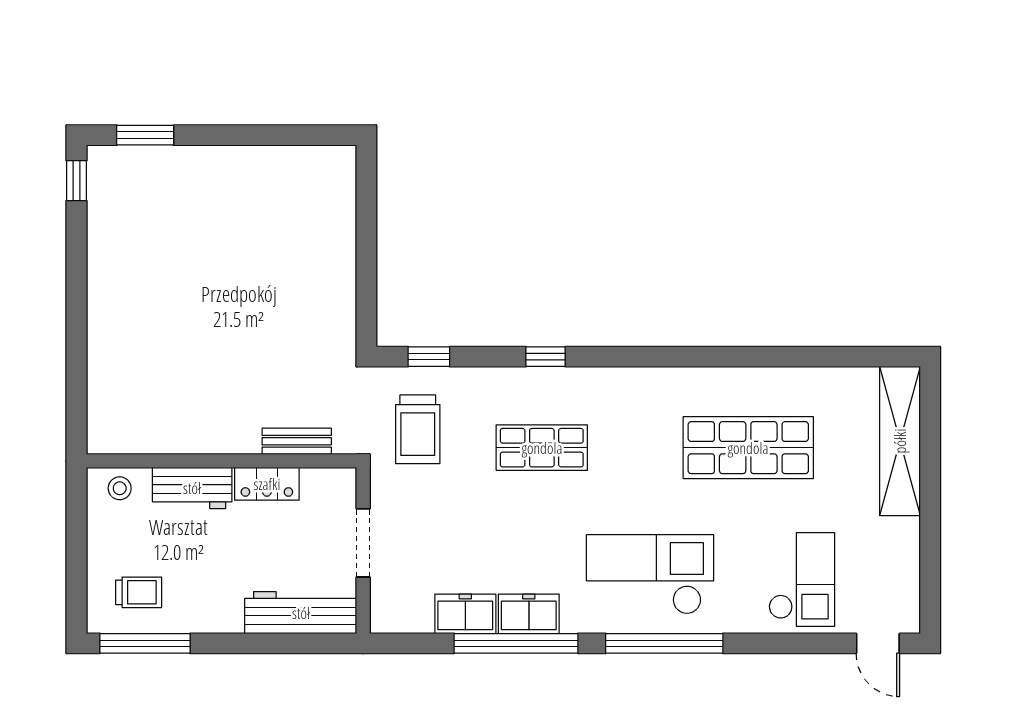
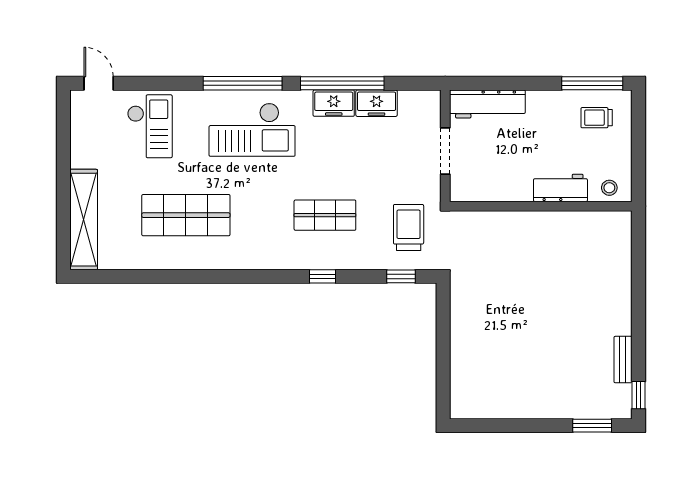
bench: (297, 441) -> (623, 360), moved, turned 90
locker: (267, 484) -> (510, 191), removed
checkout: (802, 579) -> (150, 126), turned 180

